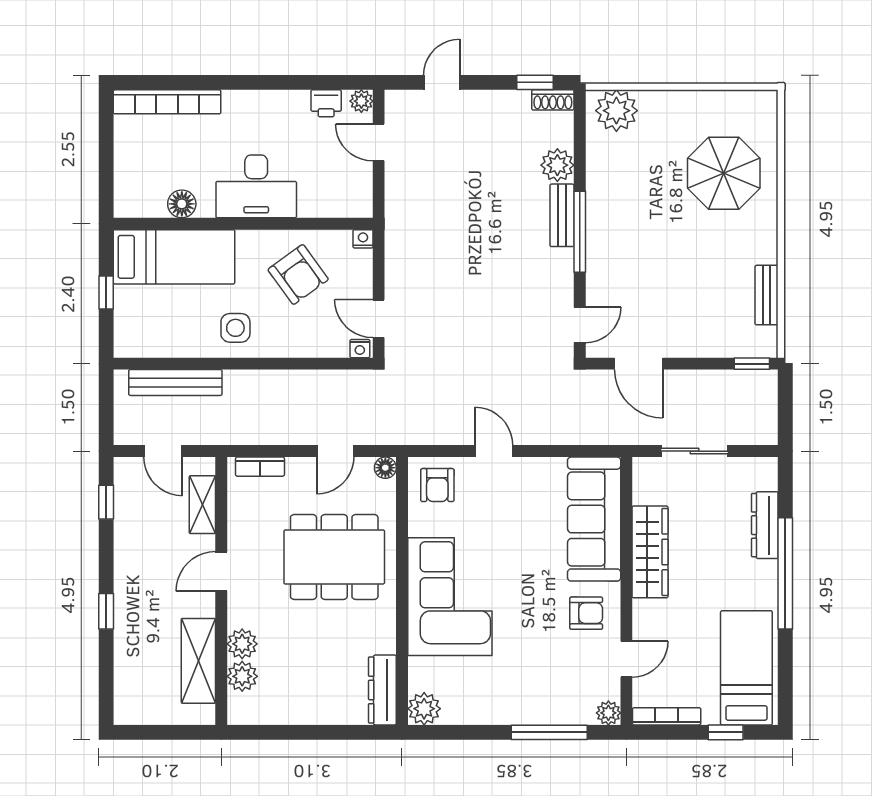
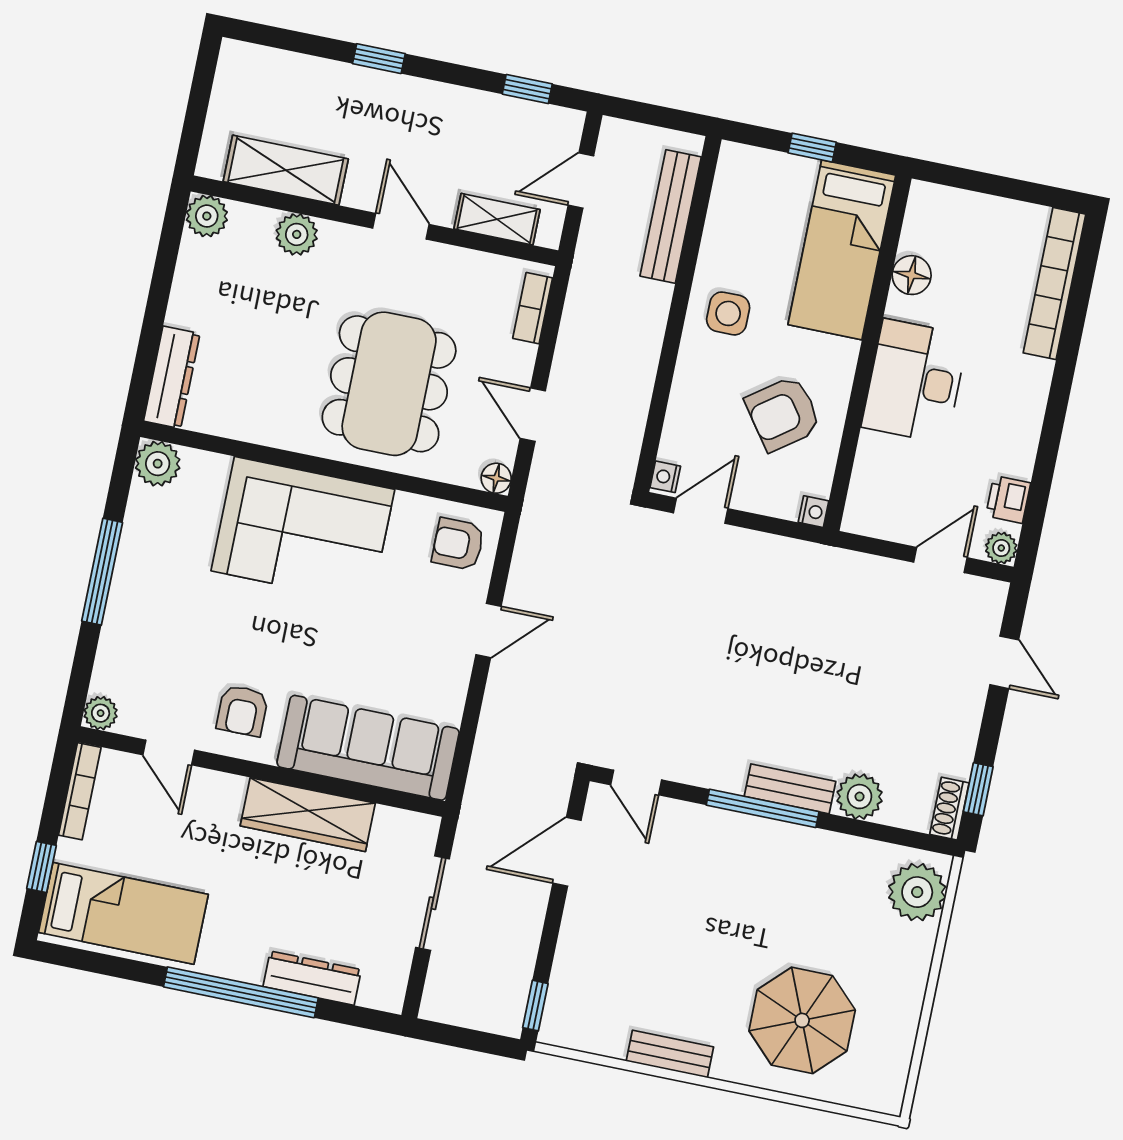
bench: (767, 295) -> (670, 1054), moved
plant: (242, 676) -> (207, 216), moved
dresser: (382, 690) -> (172, 377), moved, turned 90
window: (549, 732) -> (102, 572), moved

